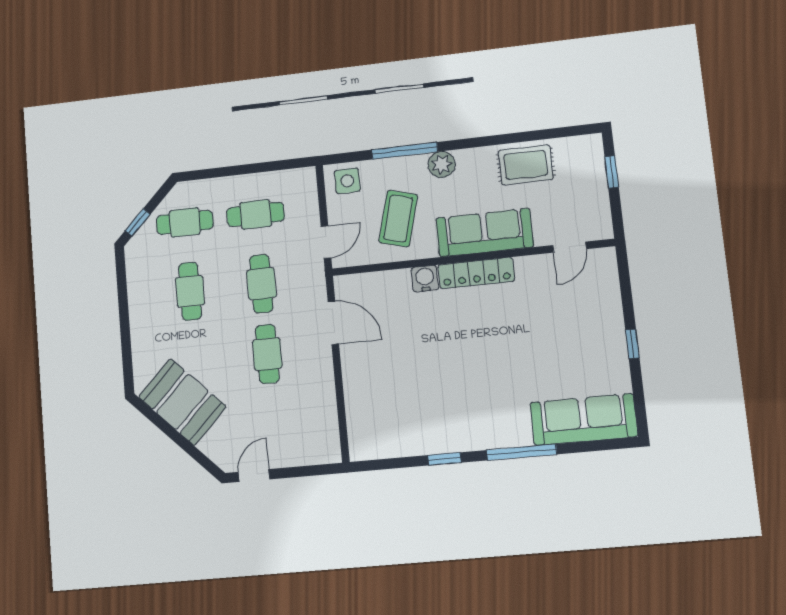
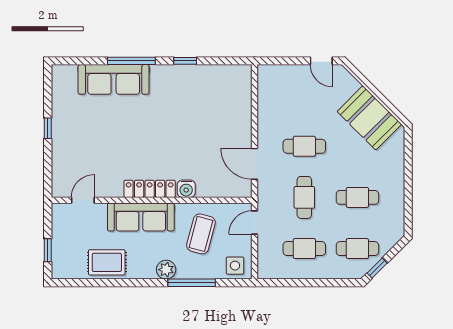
window: (138, 222) -> (377, 268), moved
cafe table: (190, 291) -> (357, 197), turned 90
cafe table: (267, 354) -> (304, 146), turned 90
sofa: (584, 419) -> (114, 79), moved
door: (254, 476) -> (321, 61), hinge flipped

